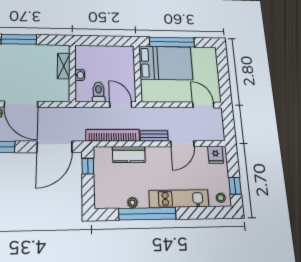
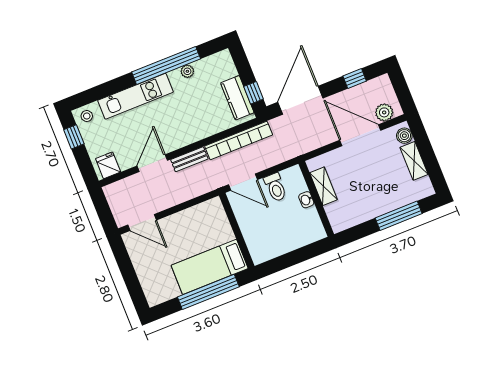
bed: (166, 63) -> (210, 267), width x0.67
shelving: (64, 66) -> (323, 186), moved
kitchen counter: (129, 154) -> (237, 98), moved, turned -90

